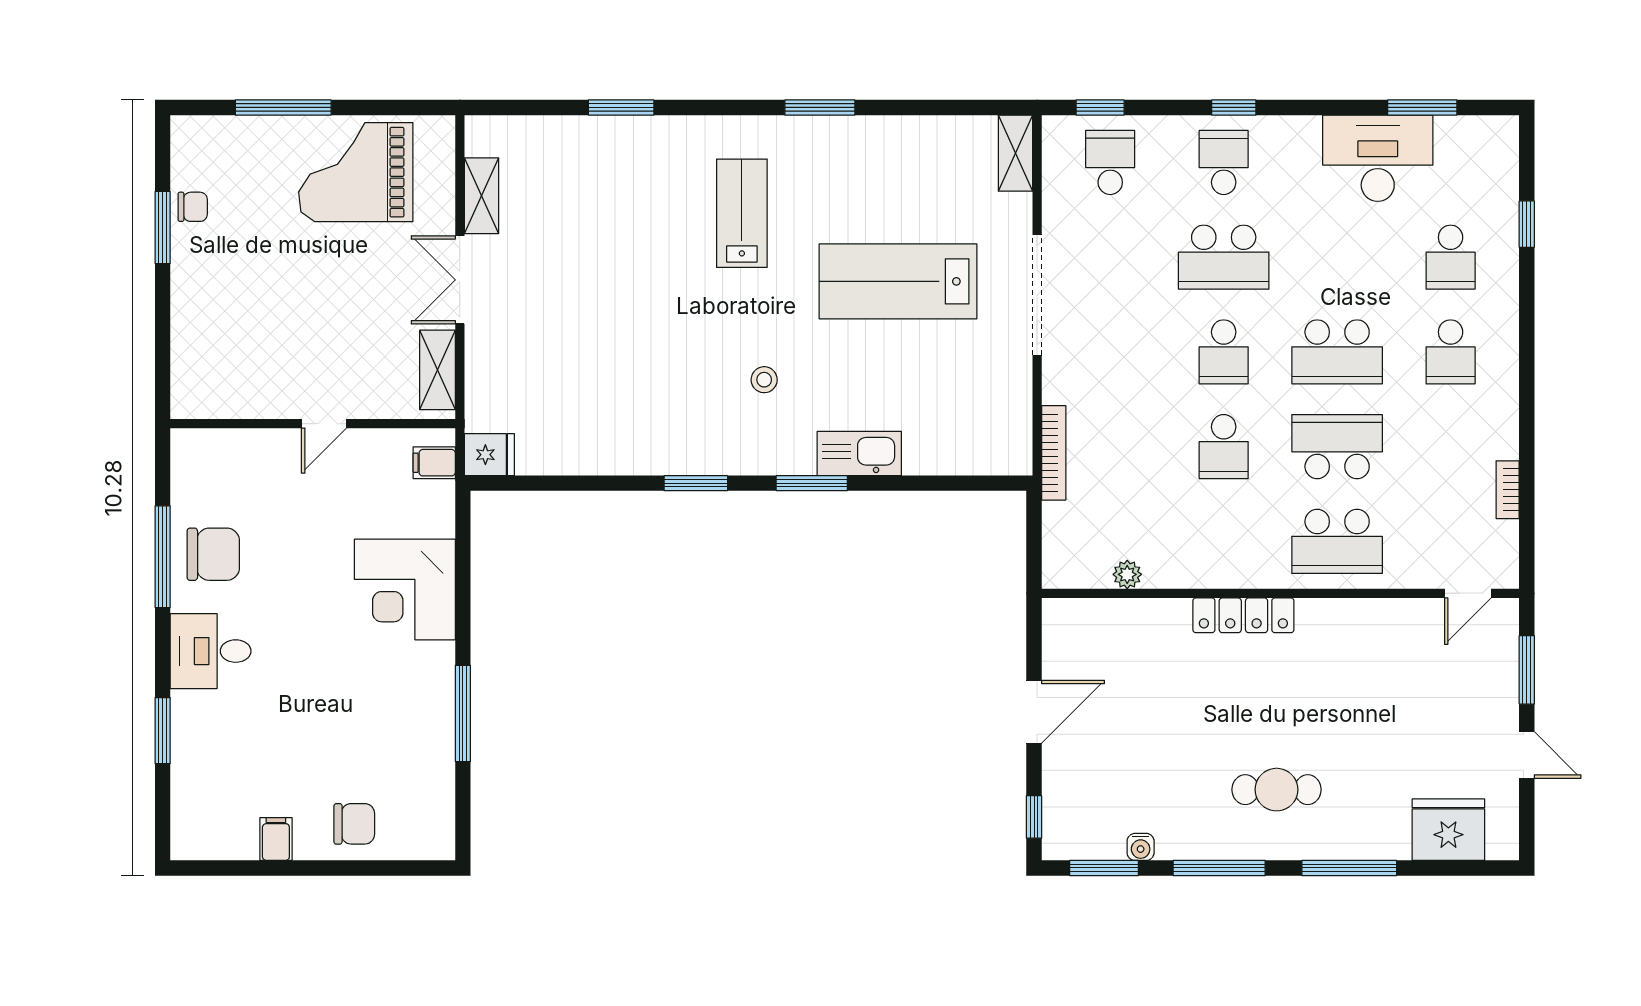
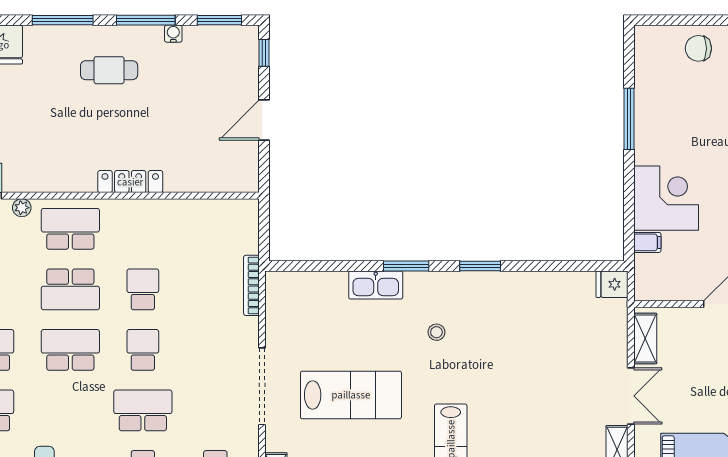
filing cabinet: (434, 463) -> (647, 242), moved
plant: (1127, 574) -> (22, 208), moved
water cooler: (1141, 847) -> (173, 34), moved

